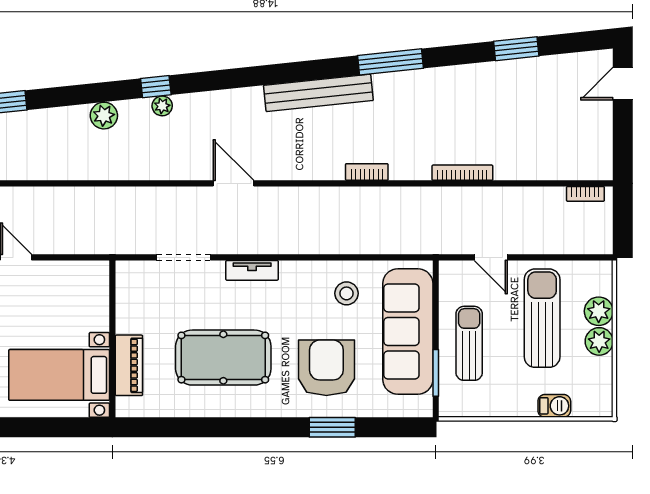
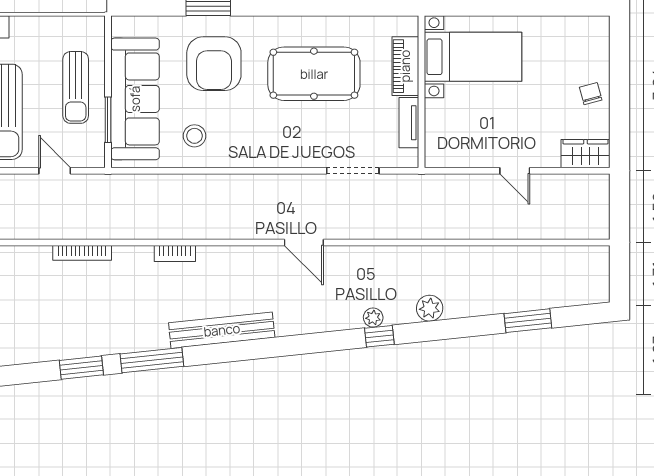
window: (516, 49) -> (81, 368), moved
tv unit: (252, 270) -> (409, 123), moved, turned -90
window: (436, 373) -> (108, 120), moved

